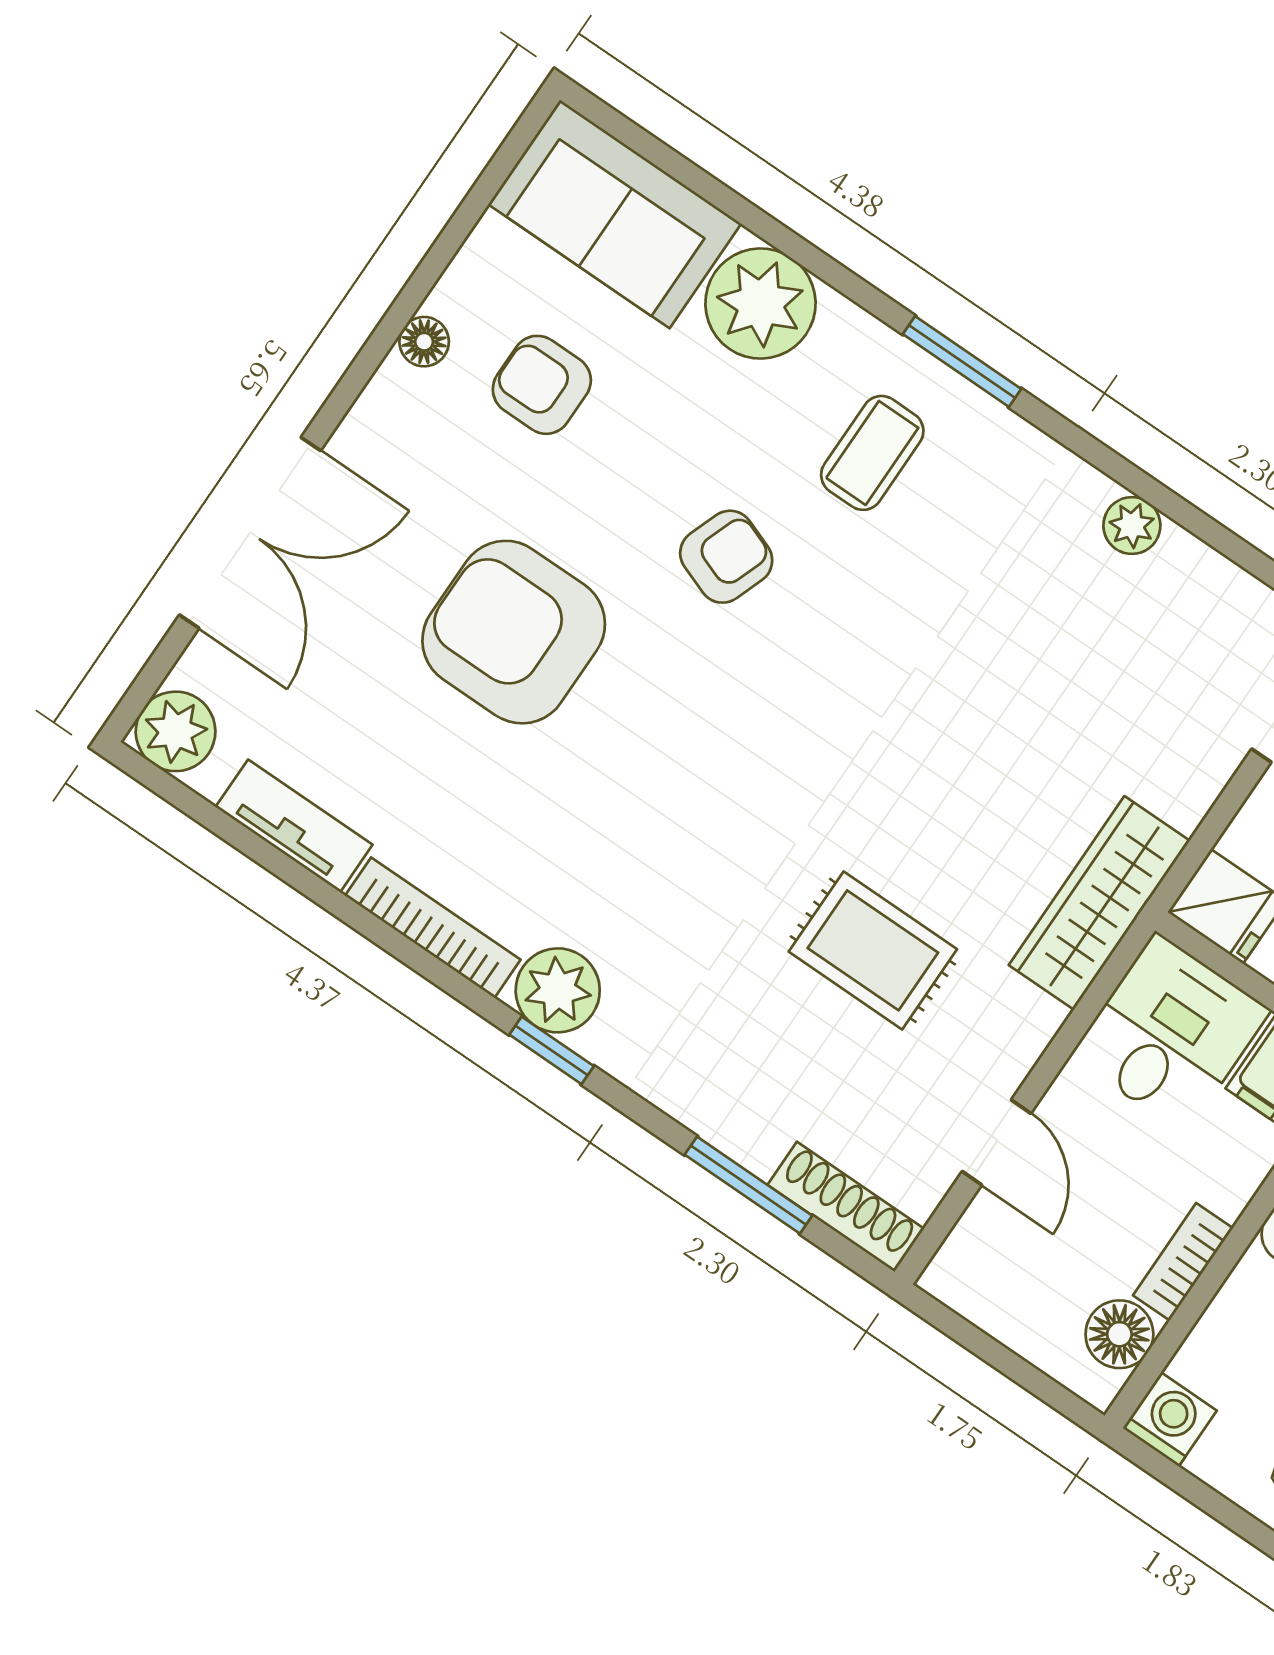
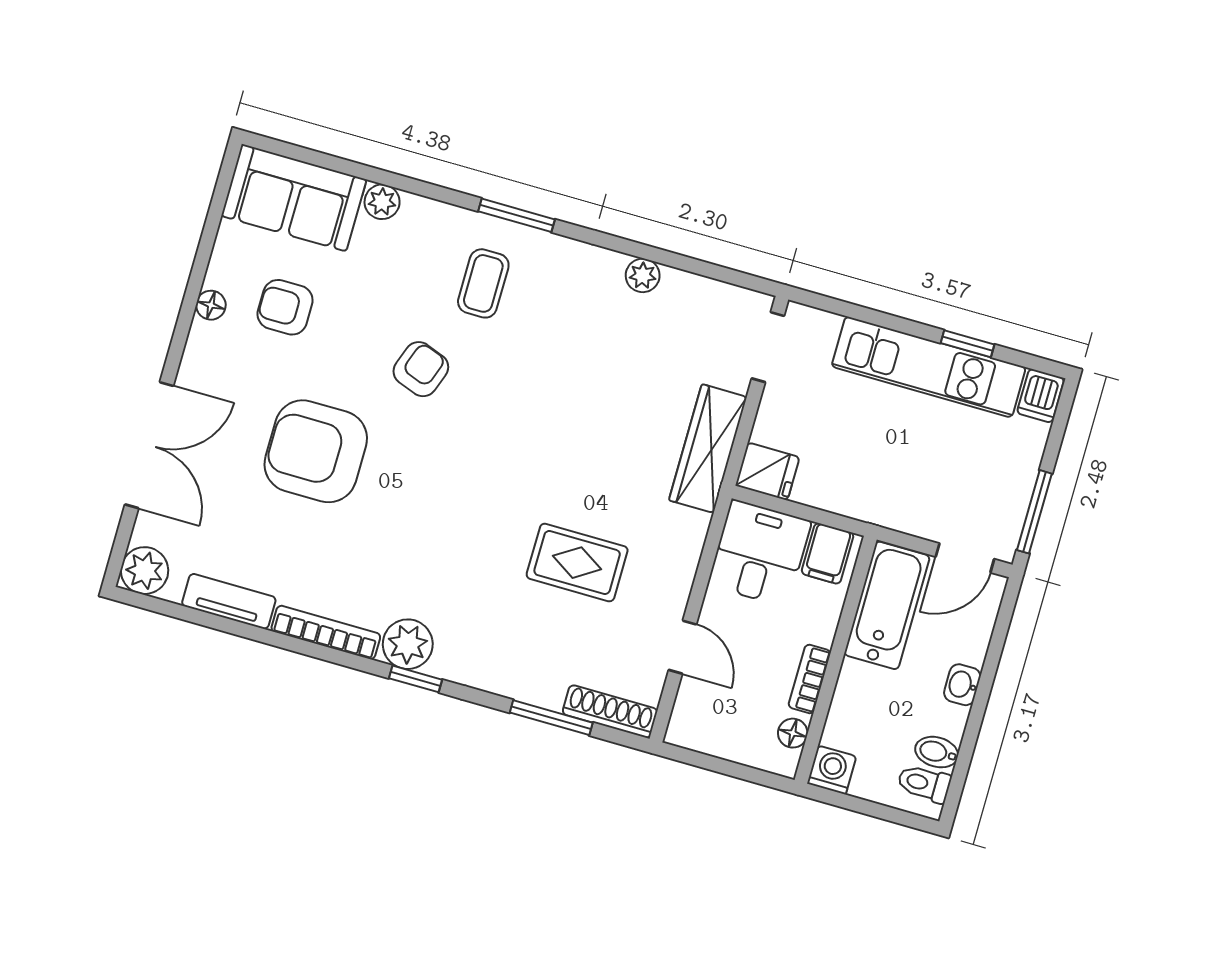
plant: (760, 304) -> (382, 202), width x0.53, depth x0.53
wardrobe: (1099, 903) -> (708, 449), moved
floor lamp: (1119, 1334) -> (793, 733), width x0.73, depth x0.73

